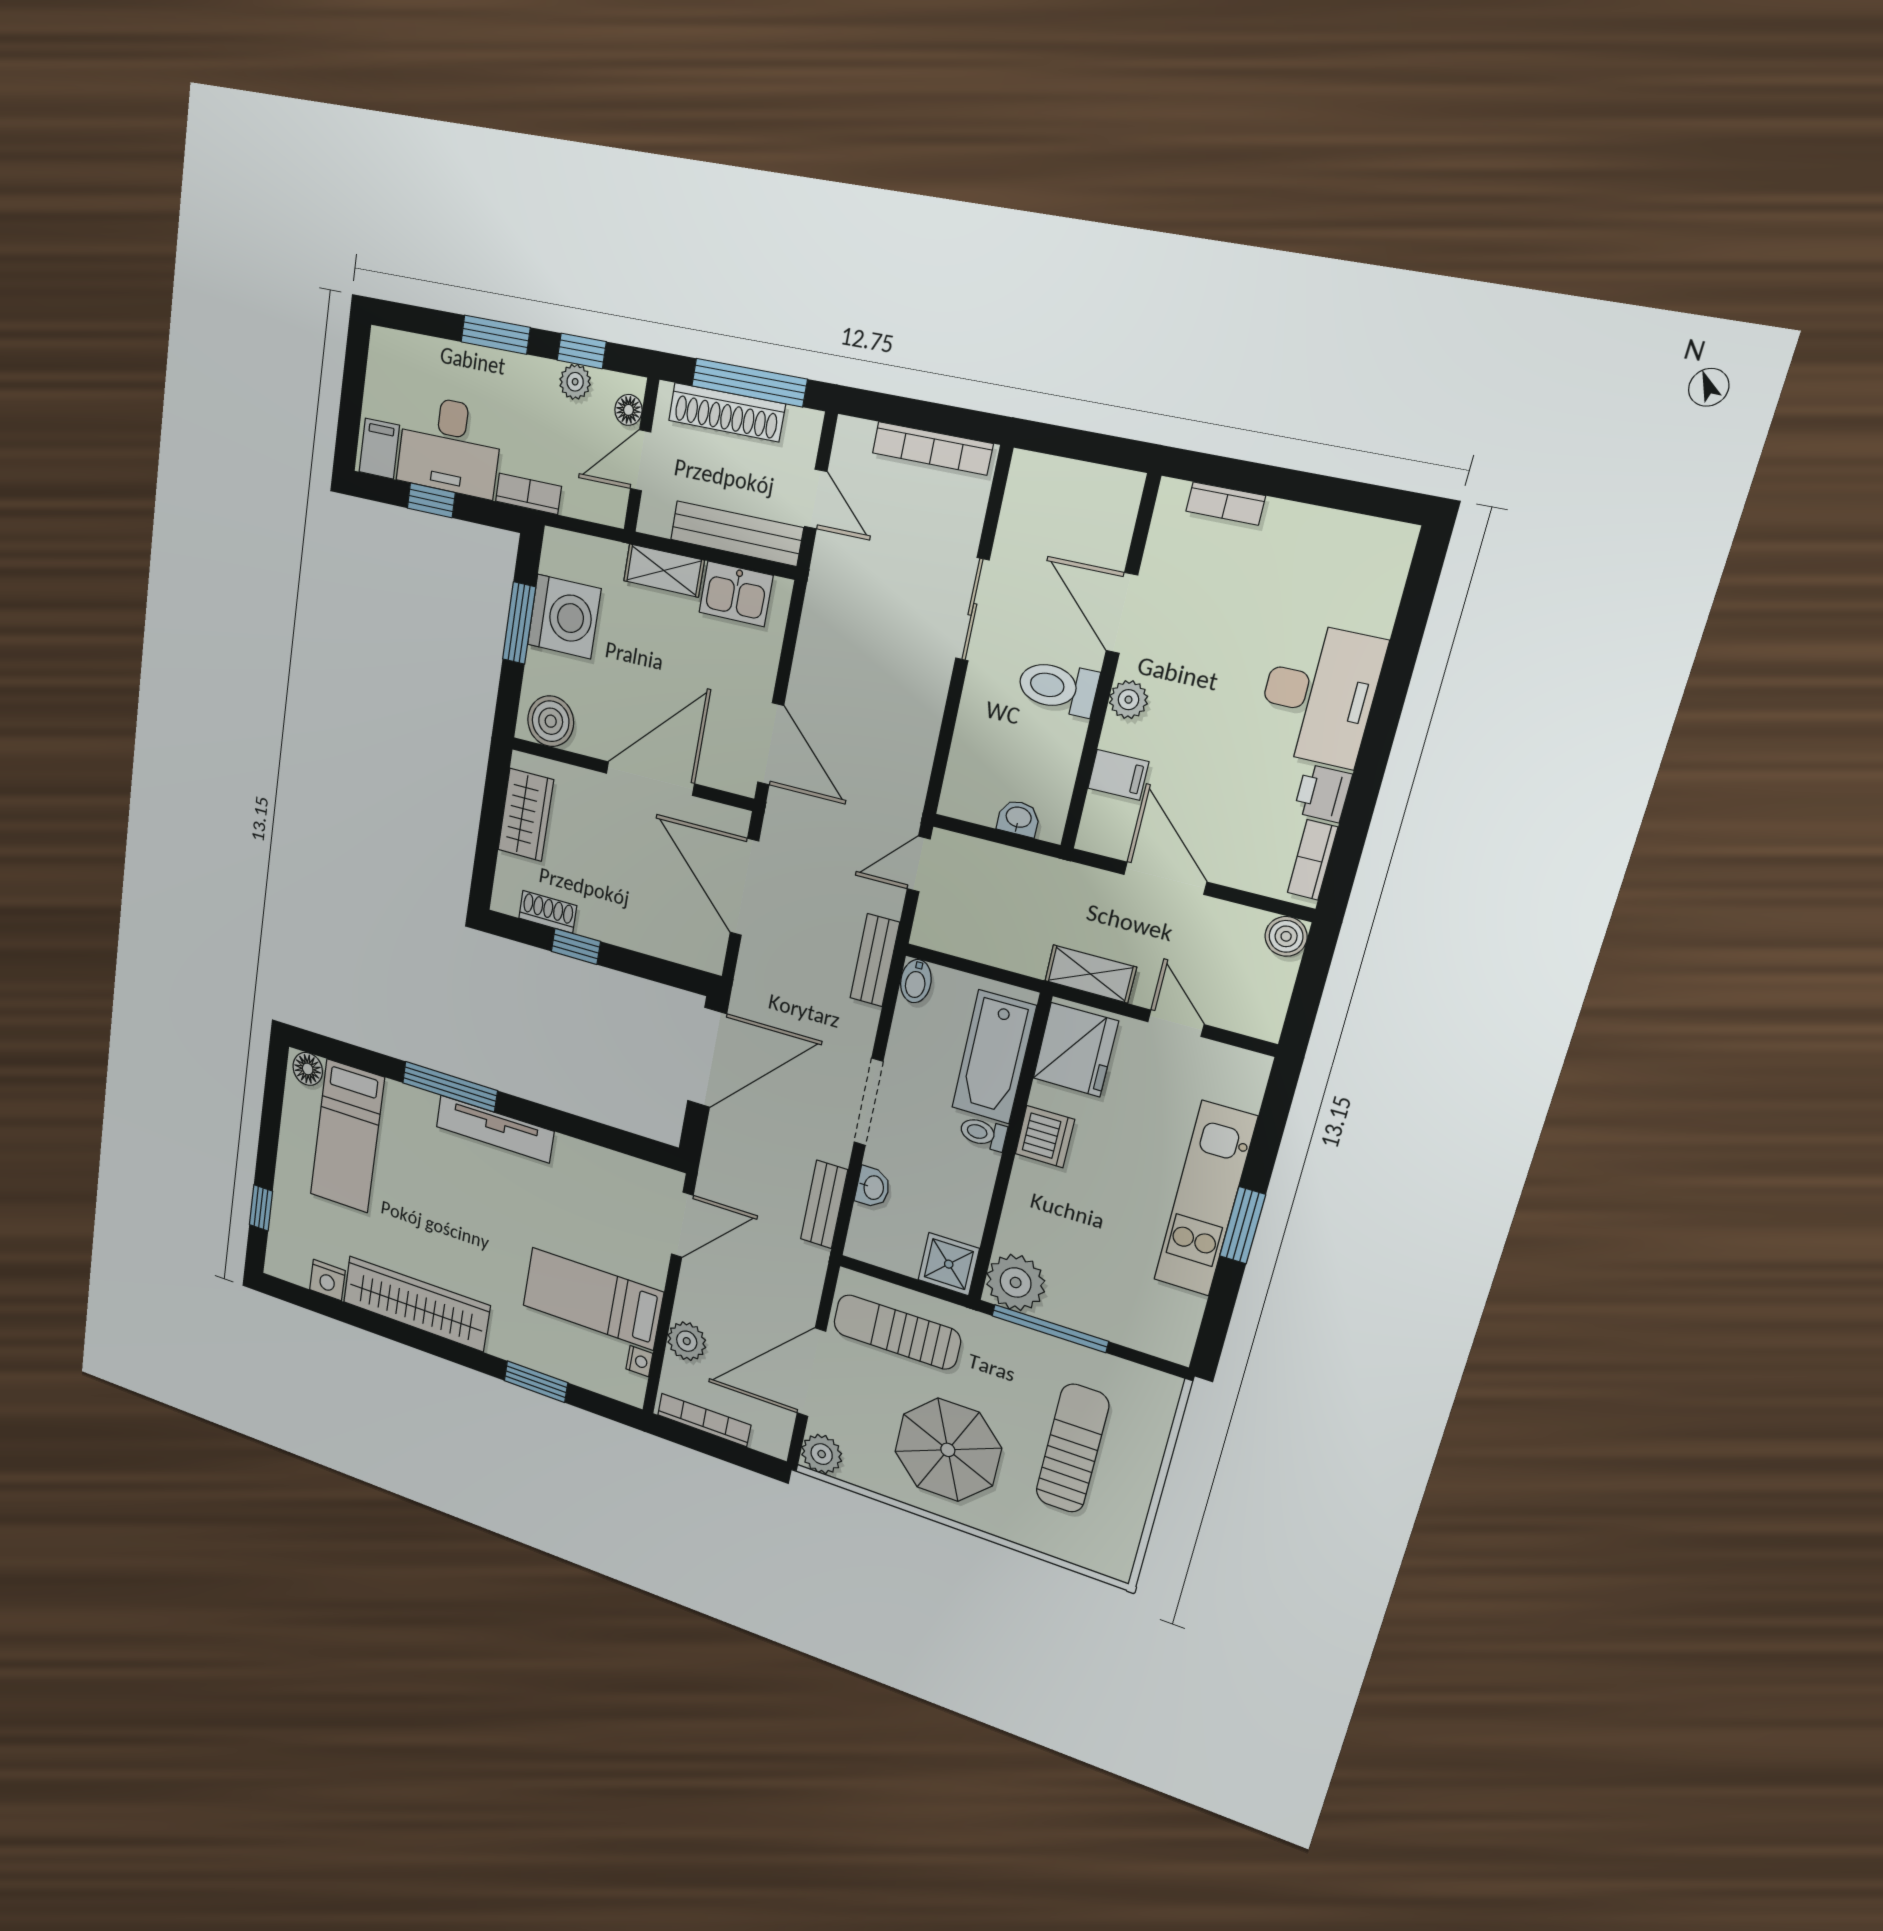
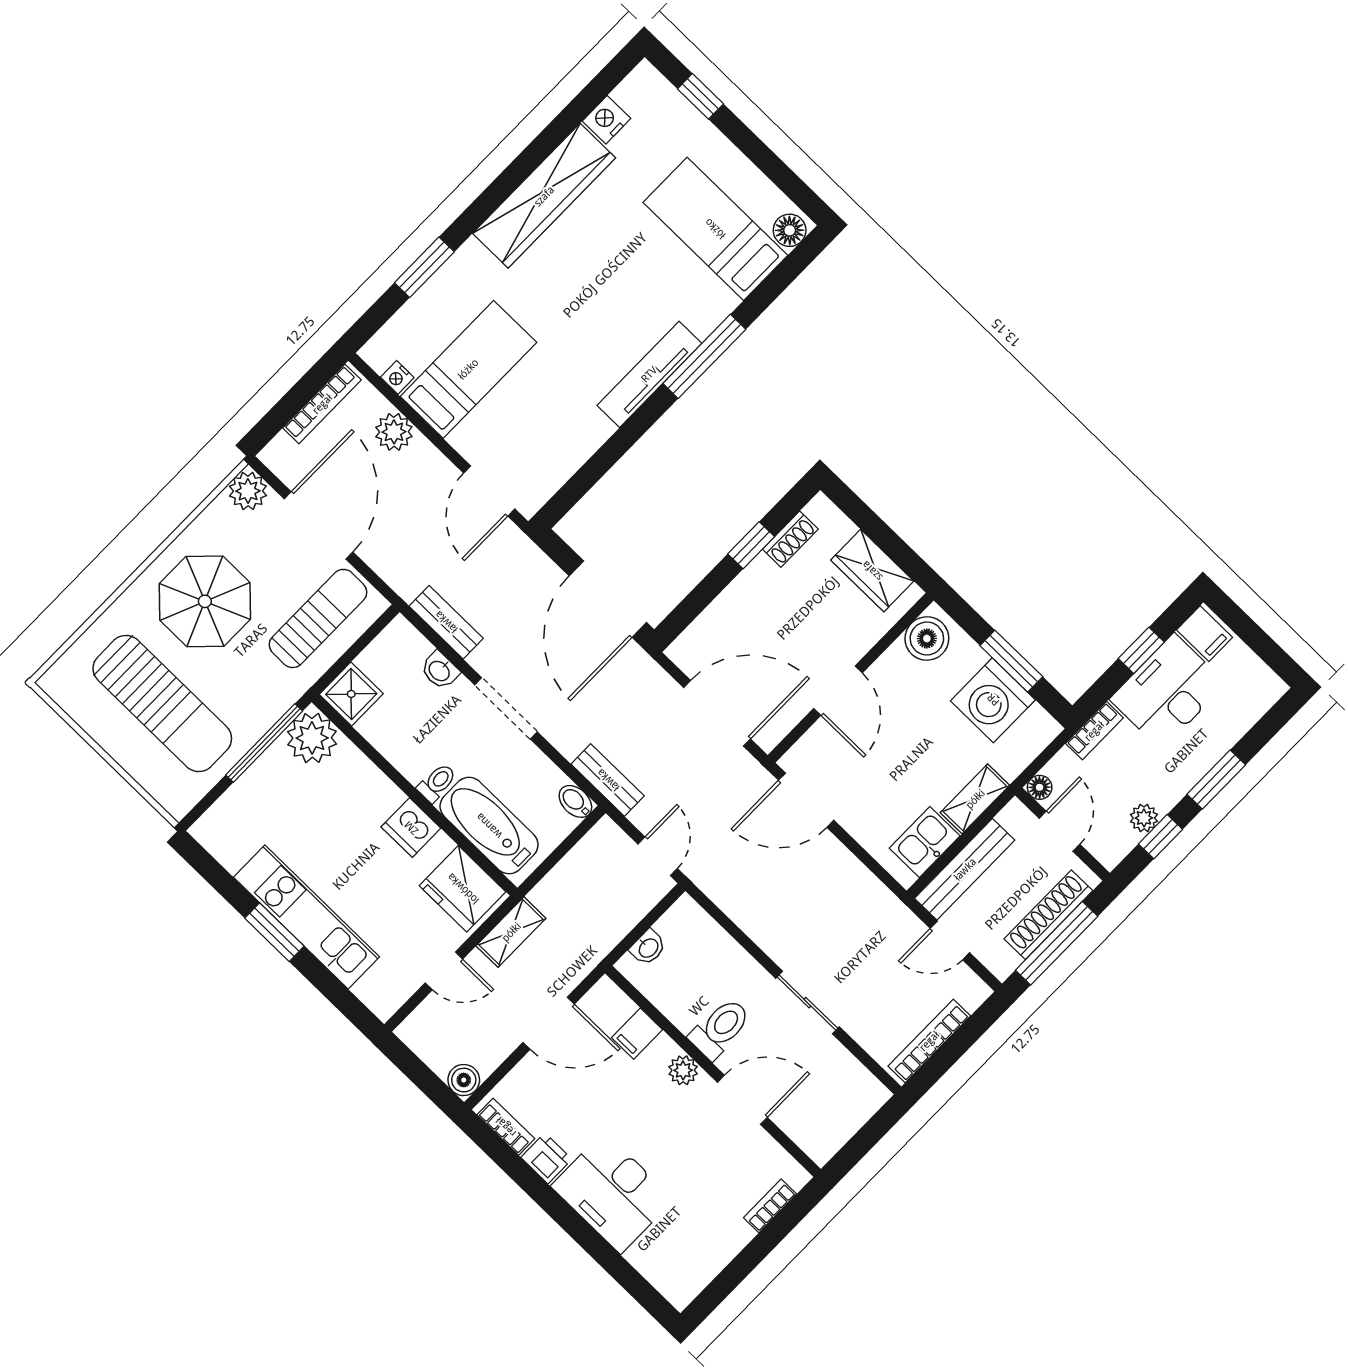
floor lamp: (628, 410) -> (1040, 787), moved
door: (650, 779) -> (838, 691), width x0.73
sun lounger: (1072, 1448) -> (162, 703), width x1.36, depth x1.34

